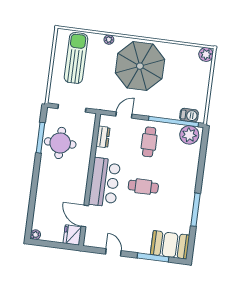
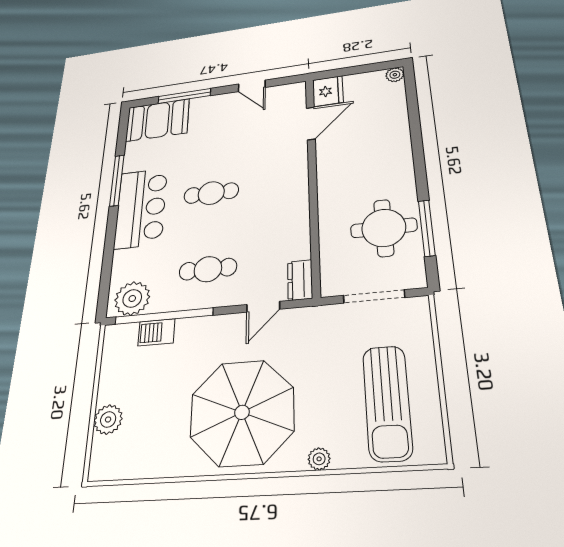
plant: (206, 54) -> (108, 420), moved
barbecue: (189, 115) -> (156, 332), moved
dresser: (103, 137) -> (300, 280), moved
cafe table: (149, 142) -> (208, 269), turned 90
bar counter: (105, 182) -> (141, 208), moved, turned 180
door: (85, 216) -> (311, 123), hinge flipped

